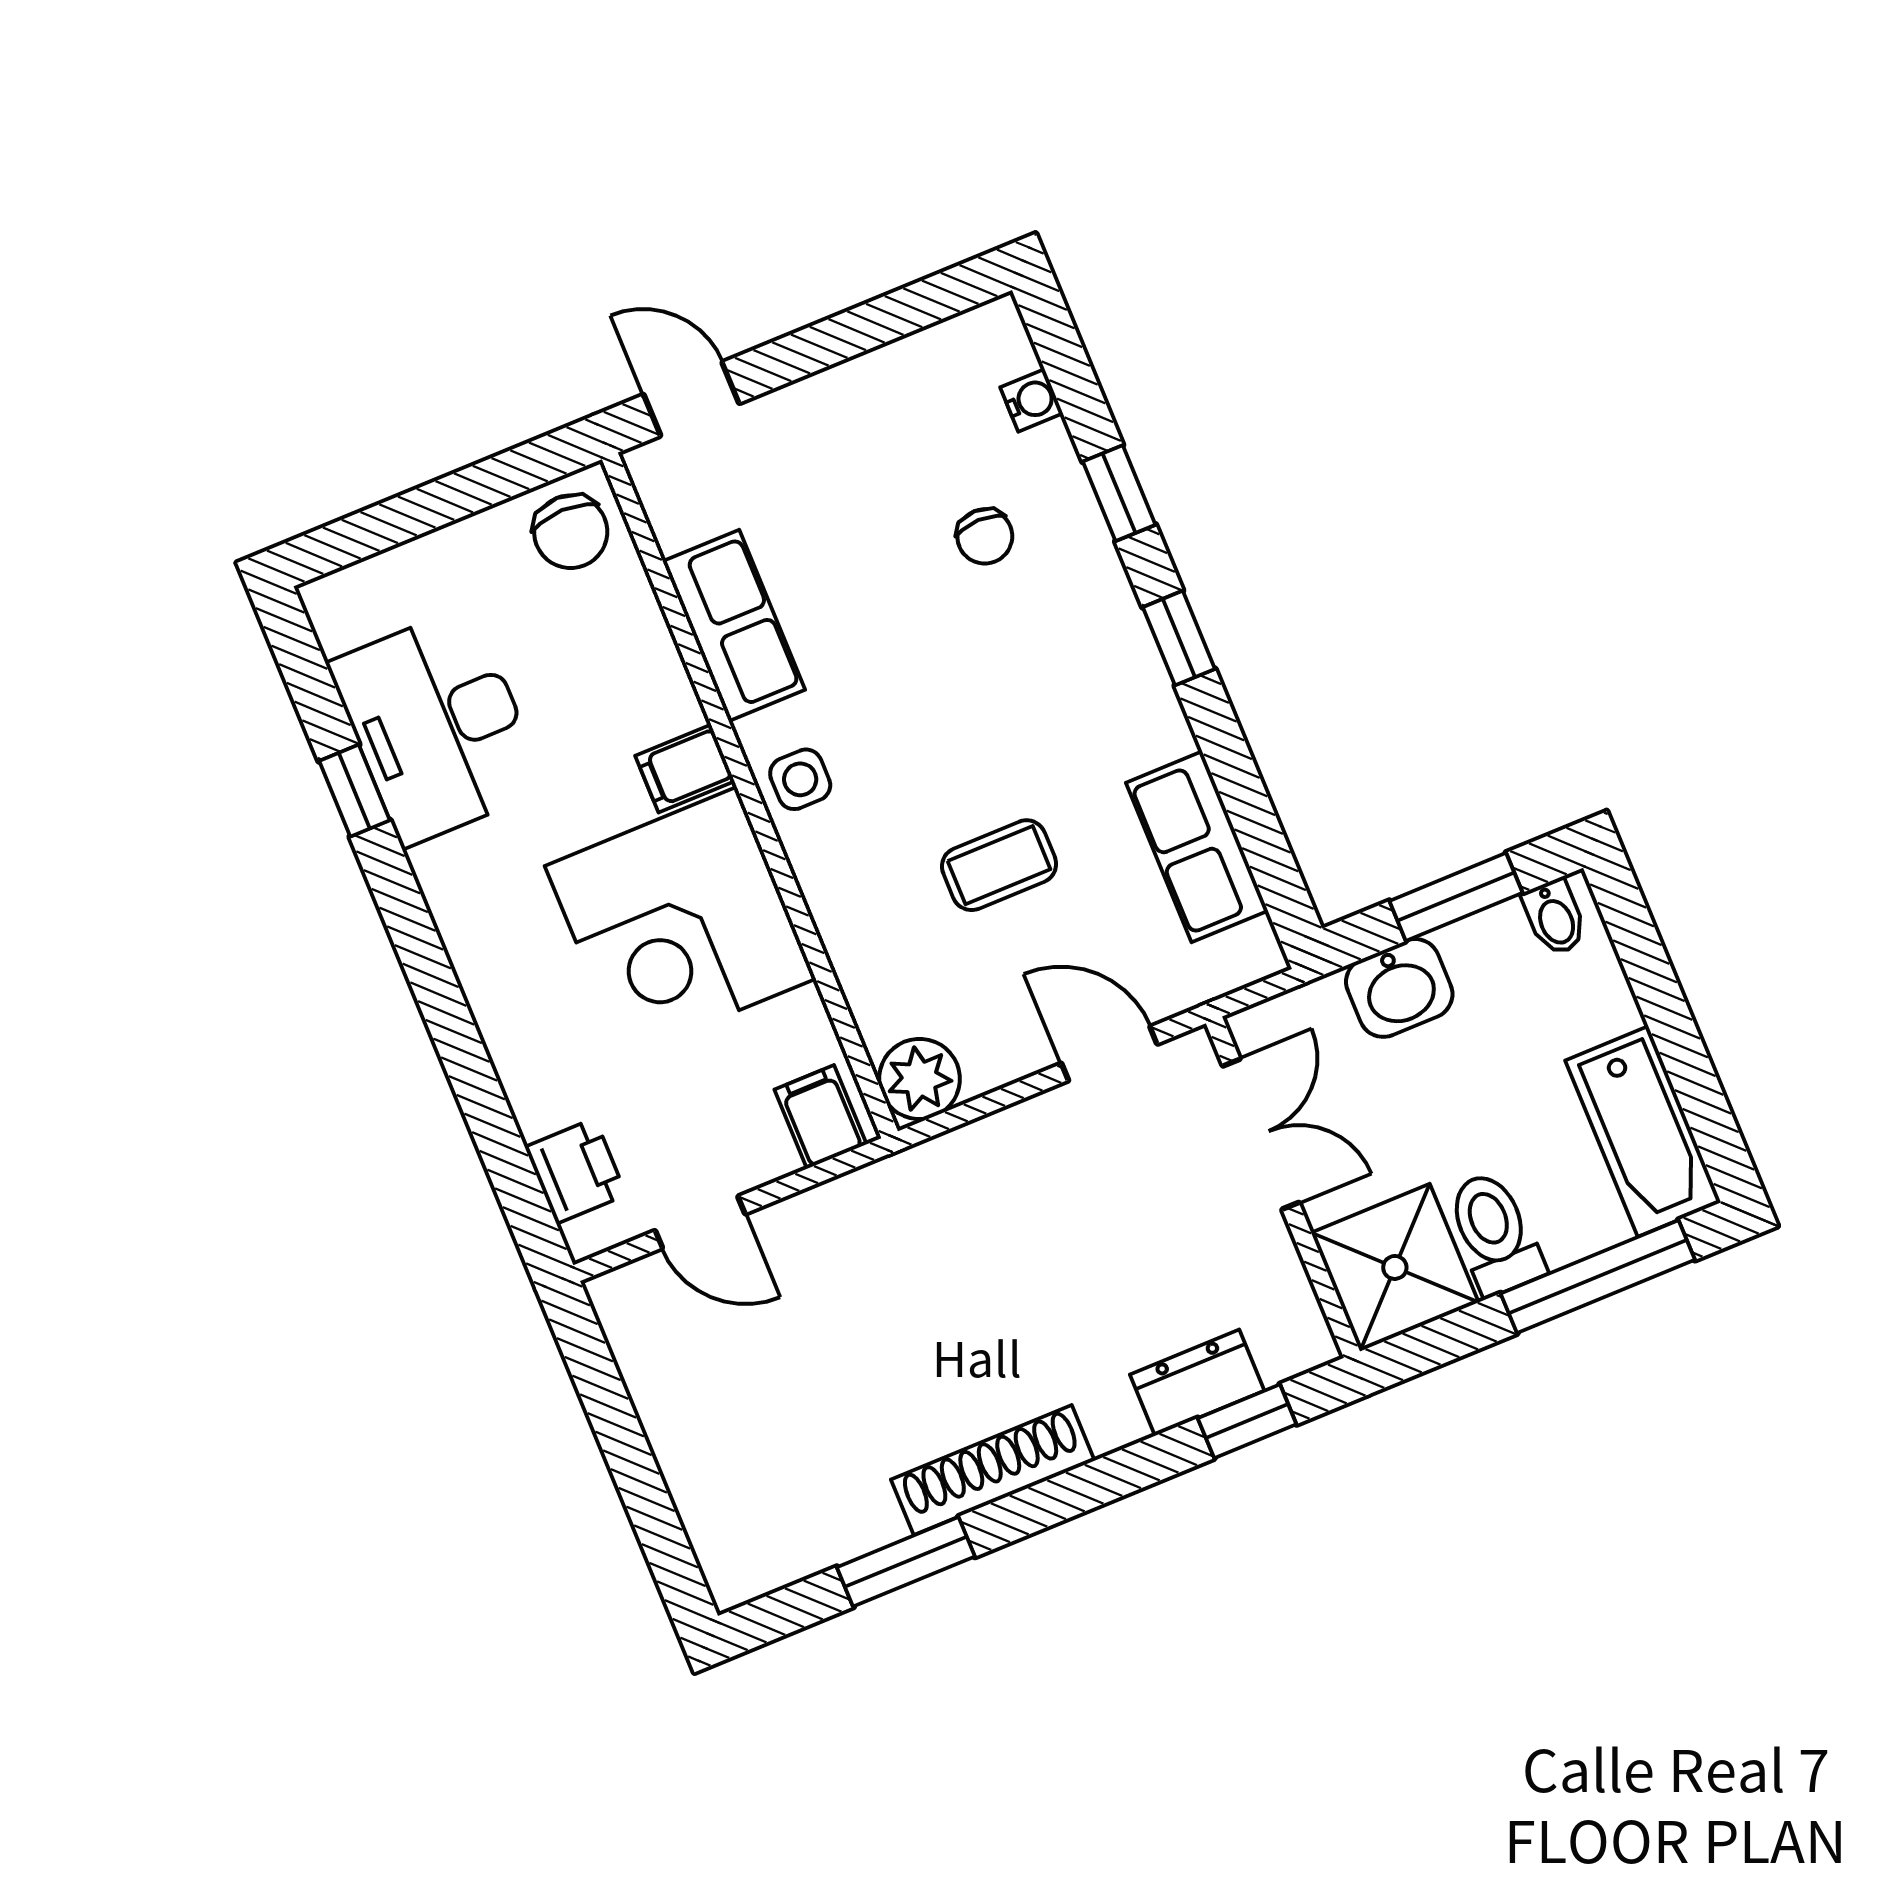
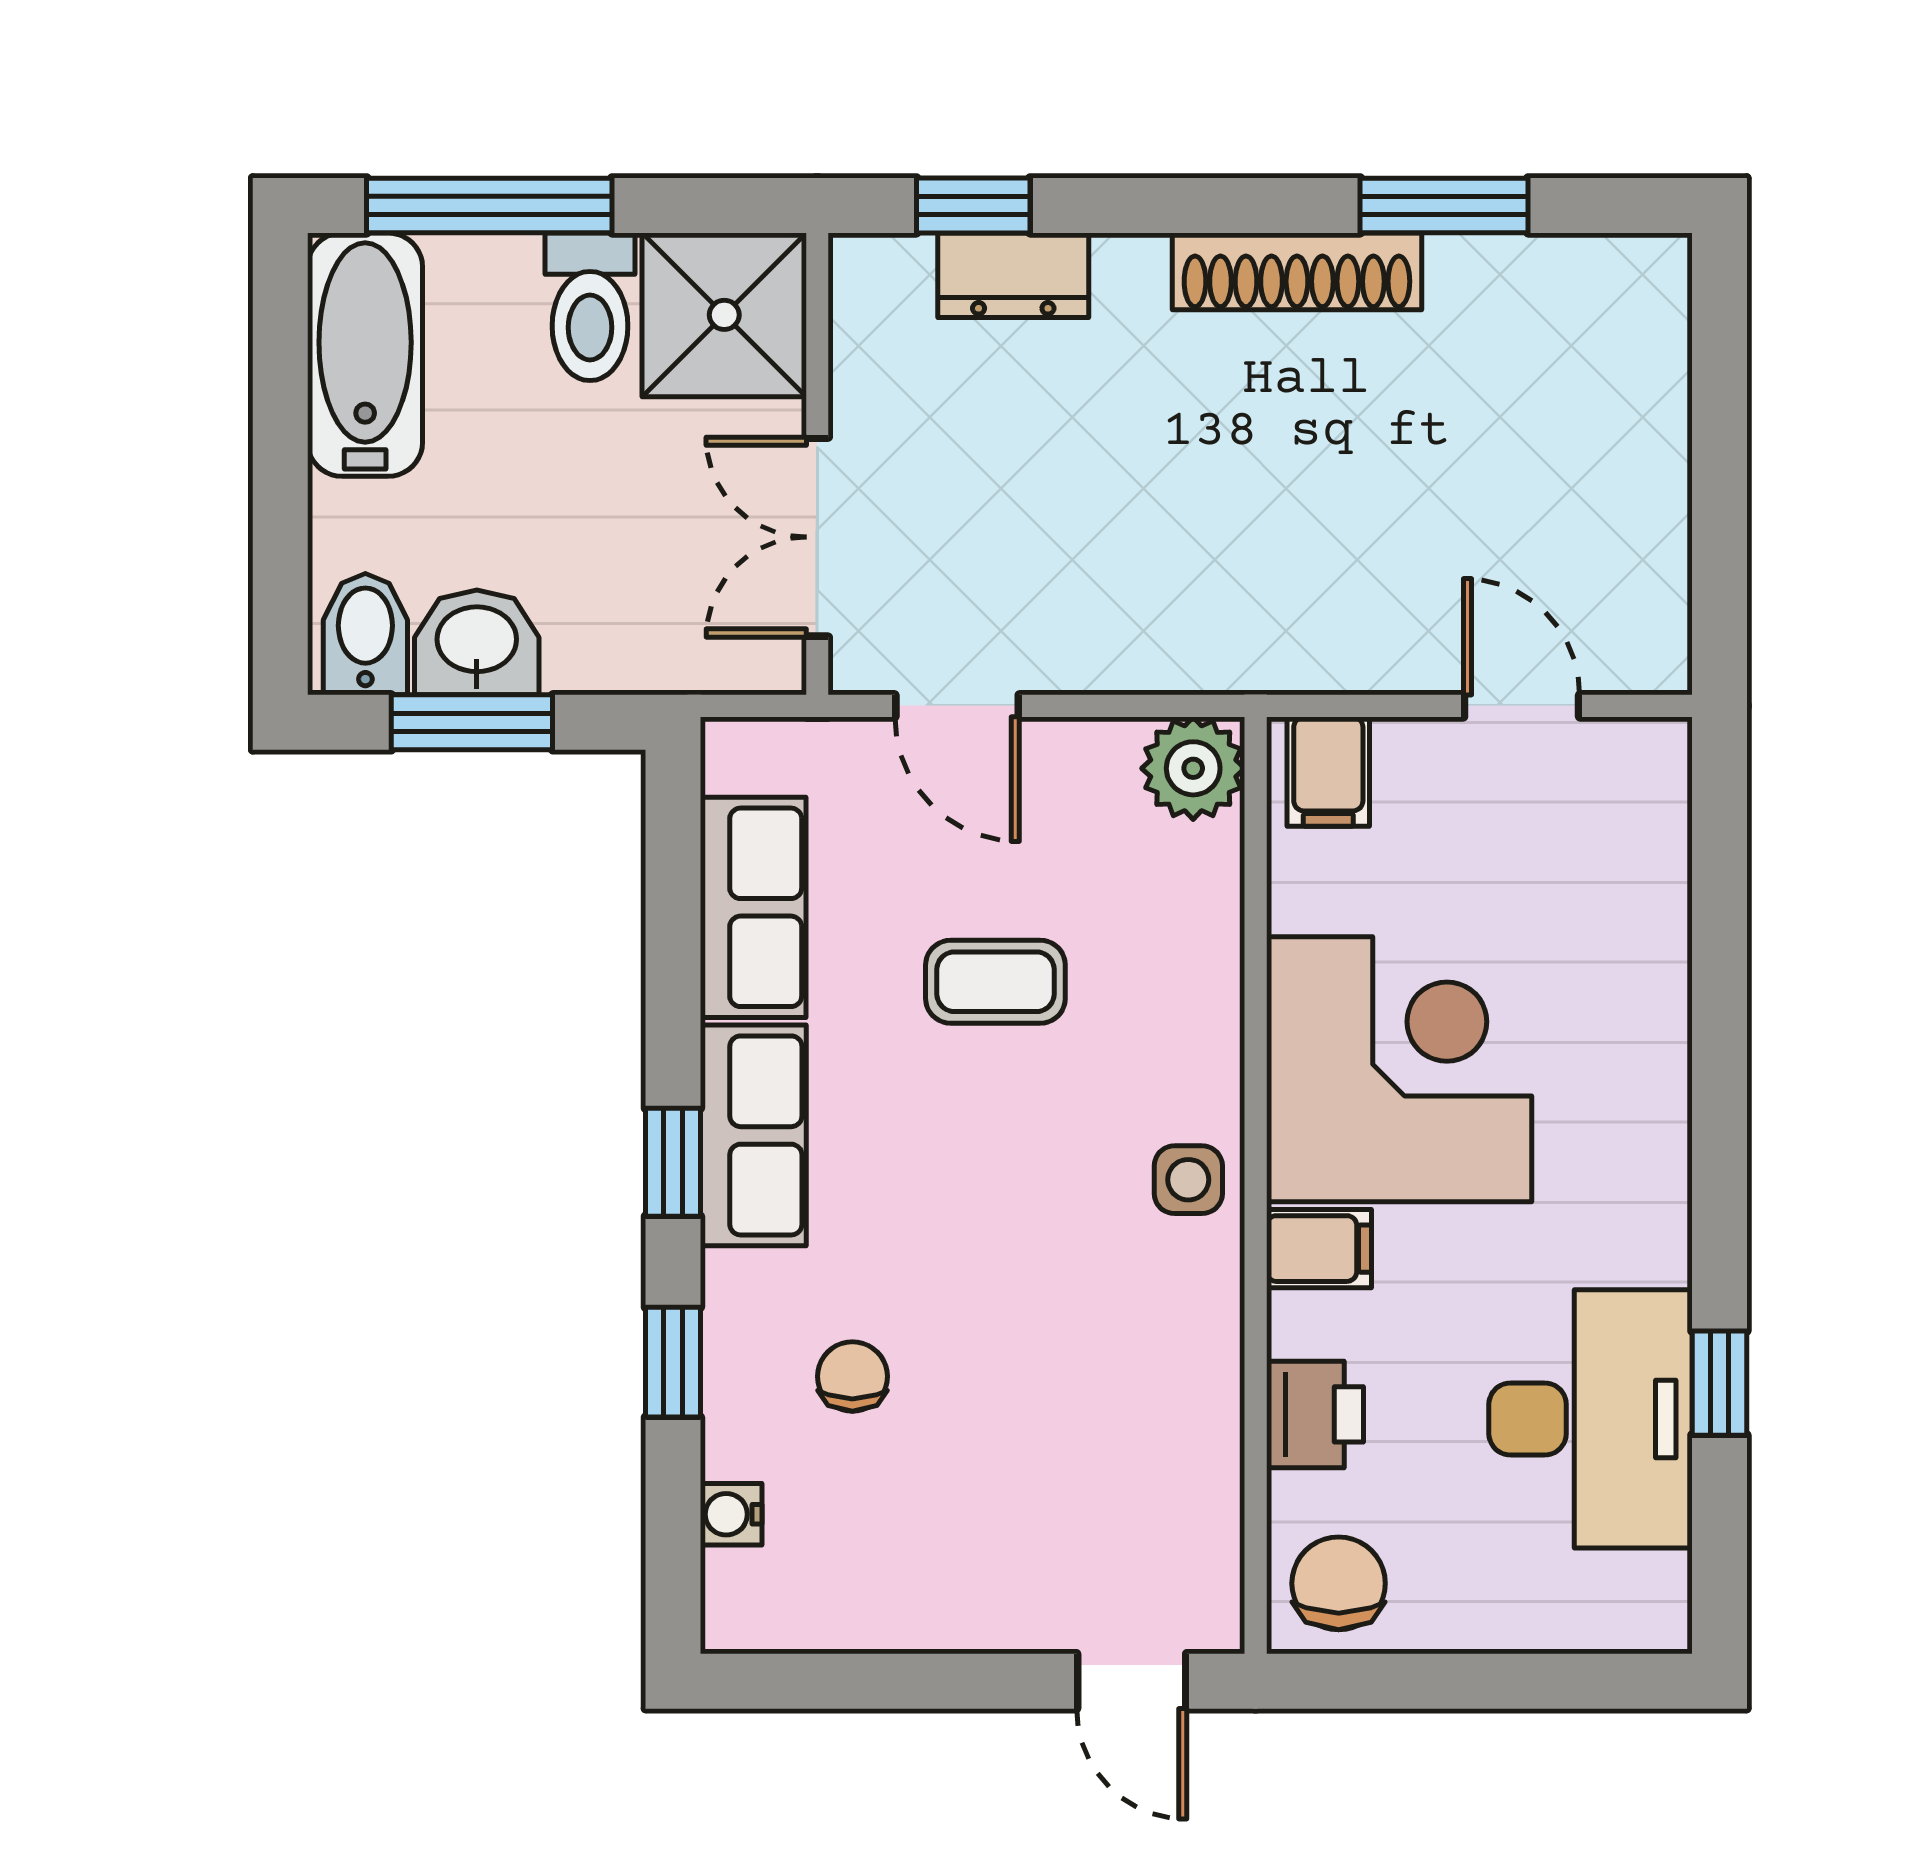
row of seats: (734, 625) -> (753, 1135), moved, turned 180
bidet: (1555, 917) -> (365, 634), width x1.38, depth x1.36
washbasin: (1399, 988) -> (477, 642), moved
printer: (576, 1171) -> (1315, 1414), moved, turned 180

